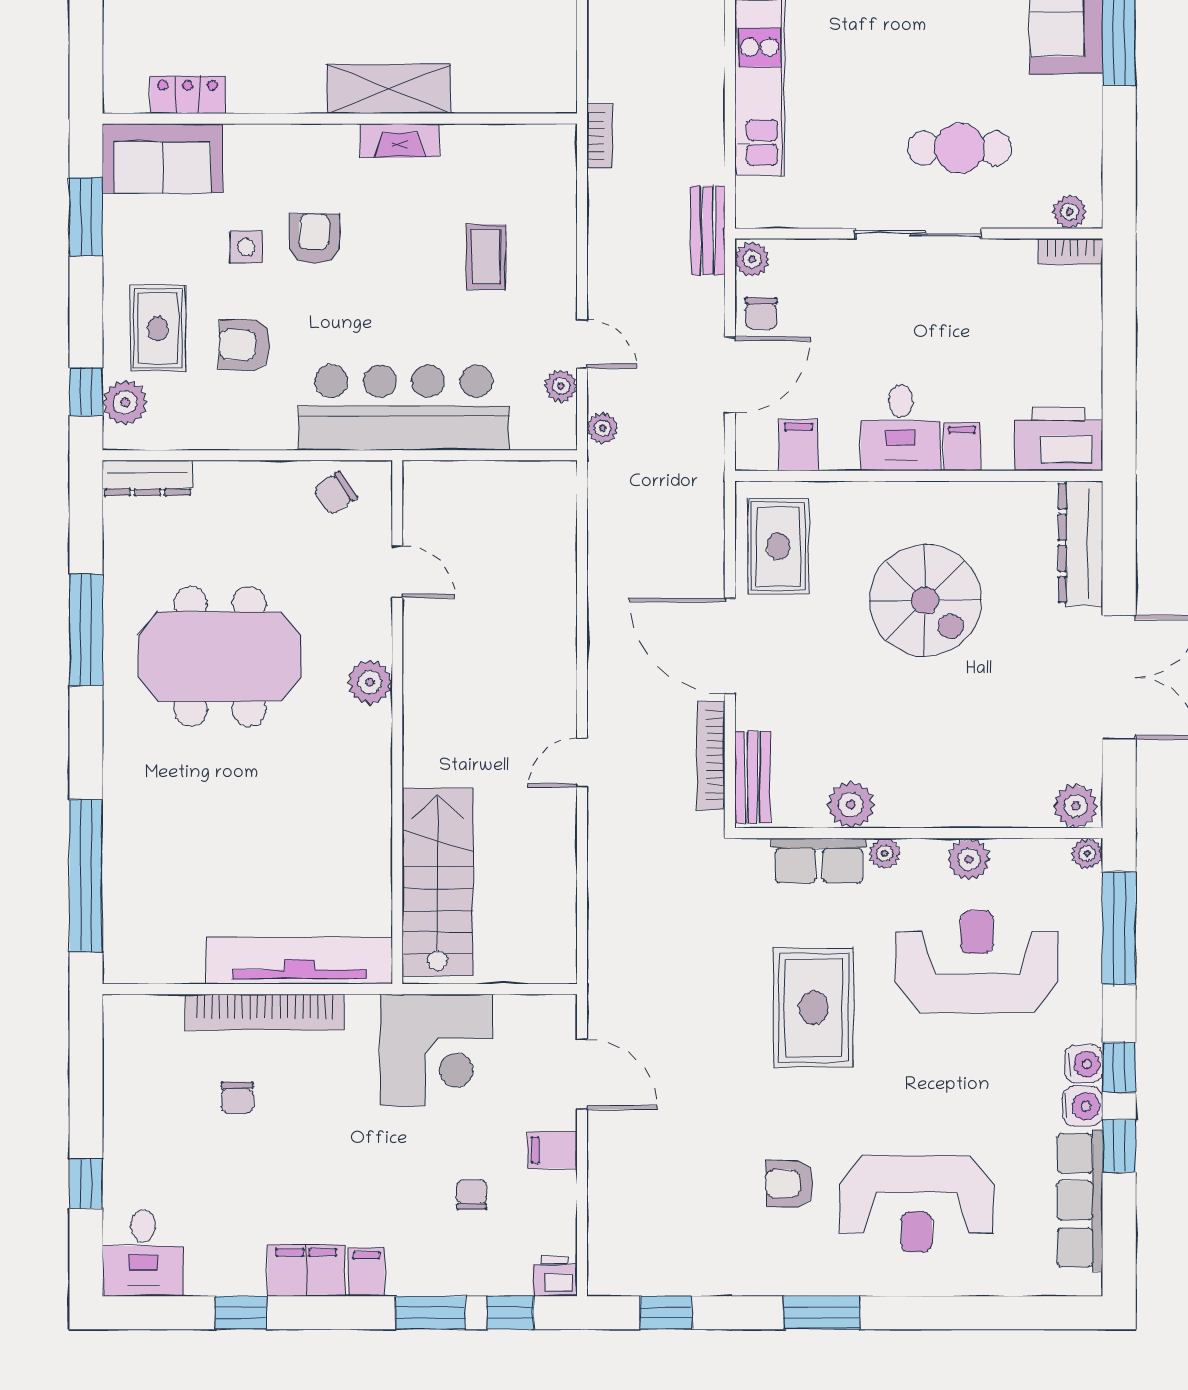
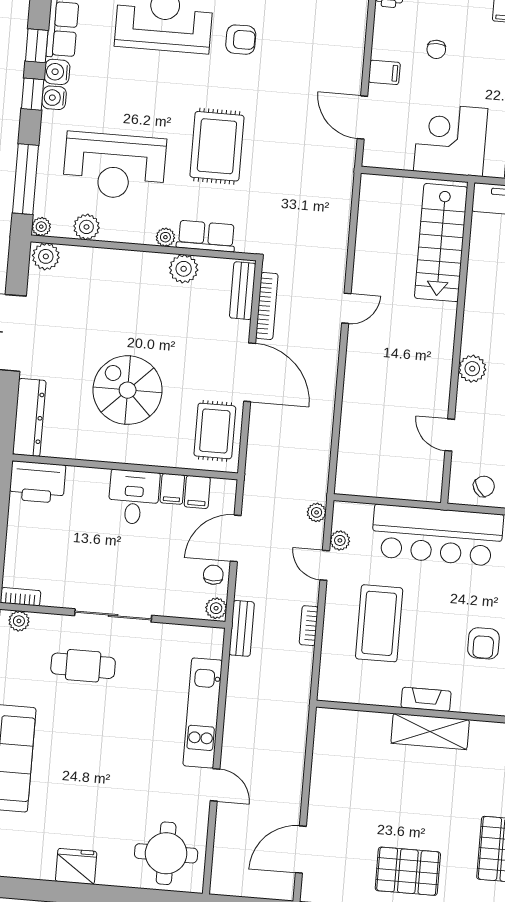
bookcase: (600, 136) -> (309, 626), moved
coffee table: (486, 257) -> (379, 623), width x1.86, depth x1.72
filing cabinet: (962, 447) -> (172, 489), moved
plant: (969, 859) -> (86, 227), moved

